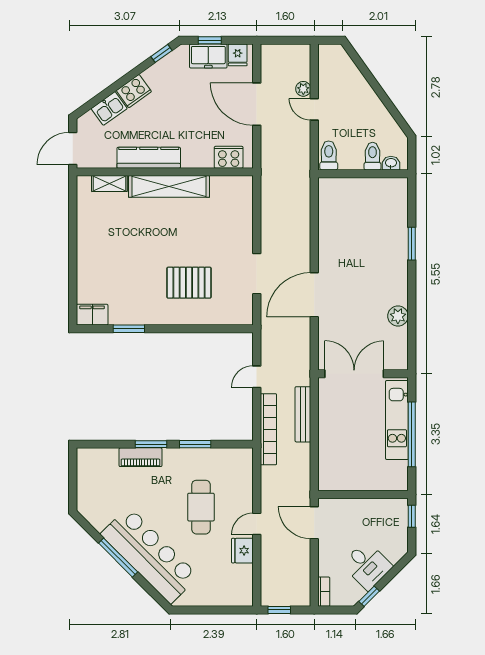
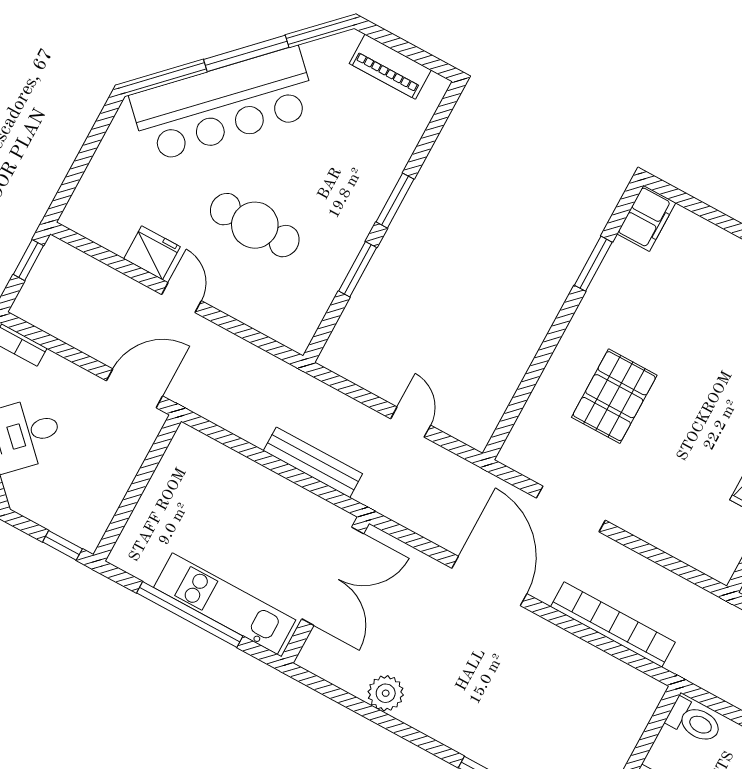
bookcase: (268, 429) -> (613, 624), moved, turned 180
piano: (140, 457) -> (390, 67), moved, turned -90

